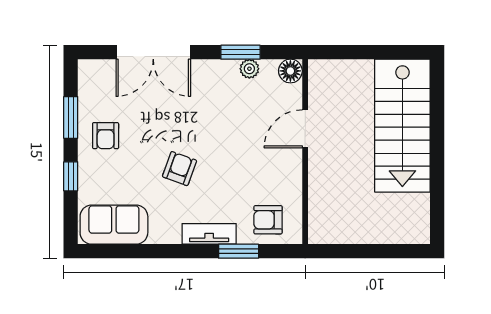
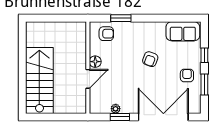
double door: (153, 52) -> (163, 117), width x1.36
floor lamp: (290, 71) -> (95, 62), moved
tv unit: (209, 234) -> (136, 27), removed

